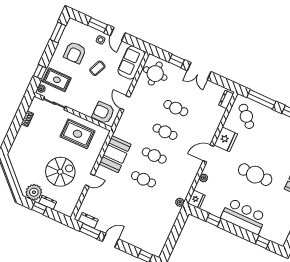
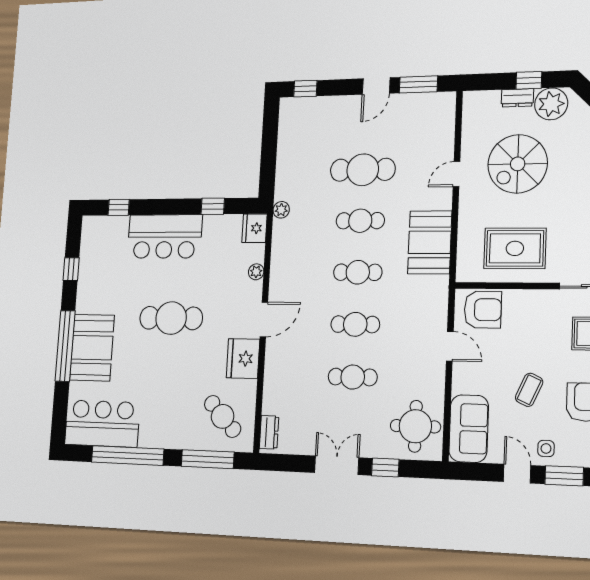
cafe table: (133, 203) -> (363, 170), added
dresser: (88, 220) -> (430, 102), removed

